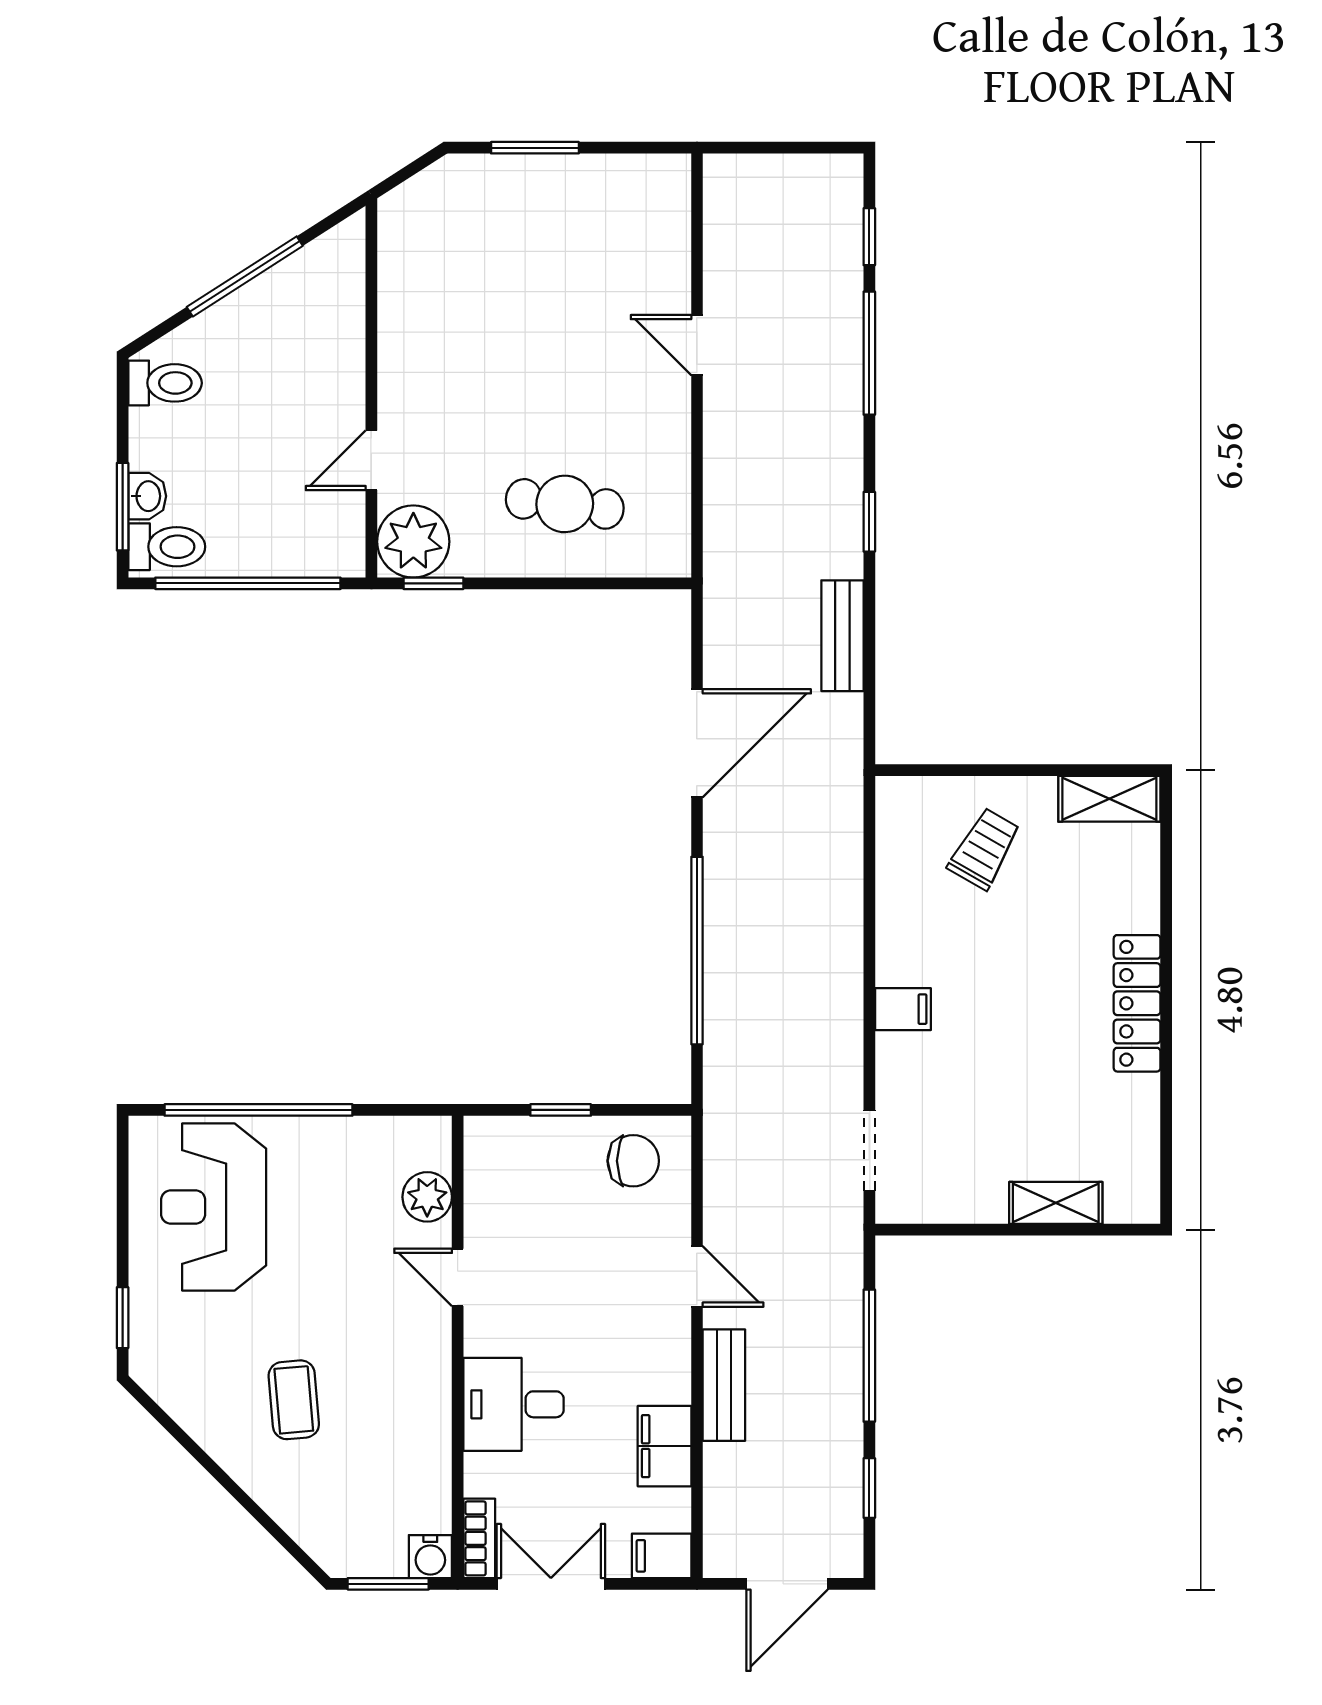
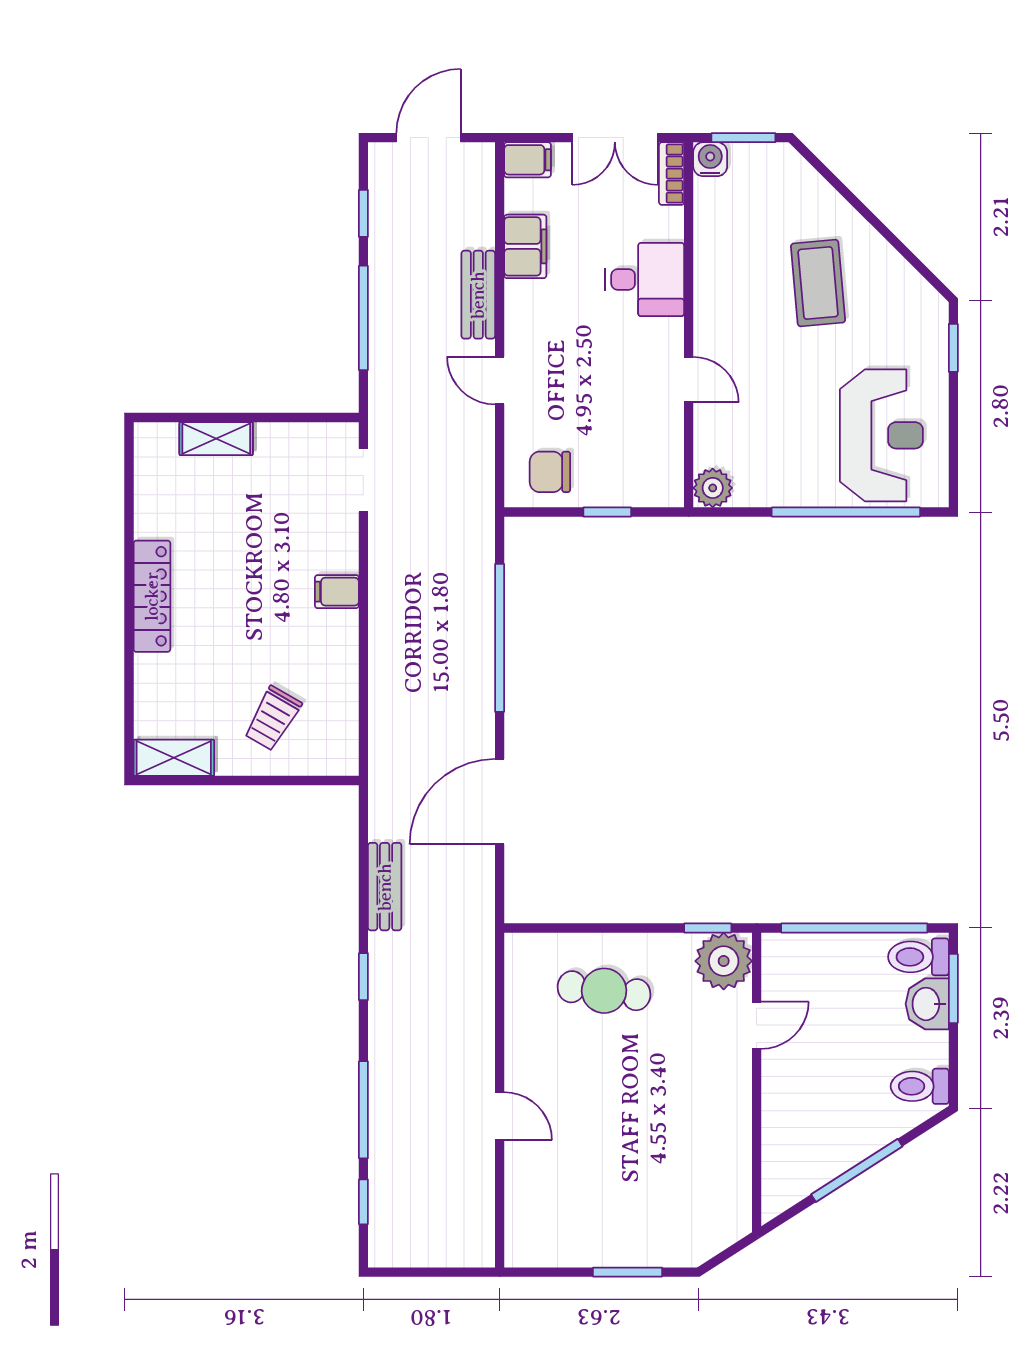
washbasin: (147, 496) -> (927, 1004), width x1.38, depth x1.45
plant: (427, 1197) -> (713, 488), moved
coffee table: (294, 1400) -> (818, 283), width x1.36, depth x1.30

